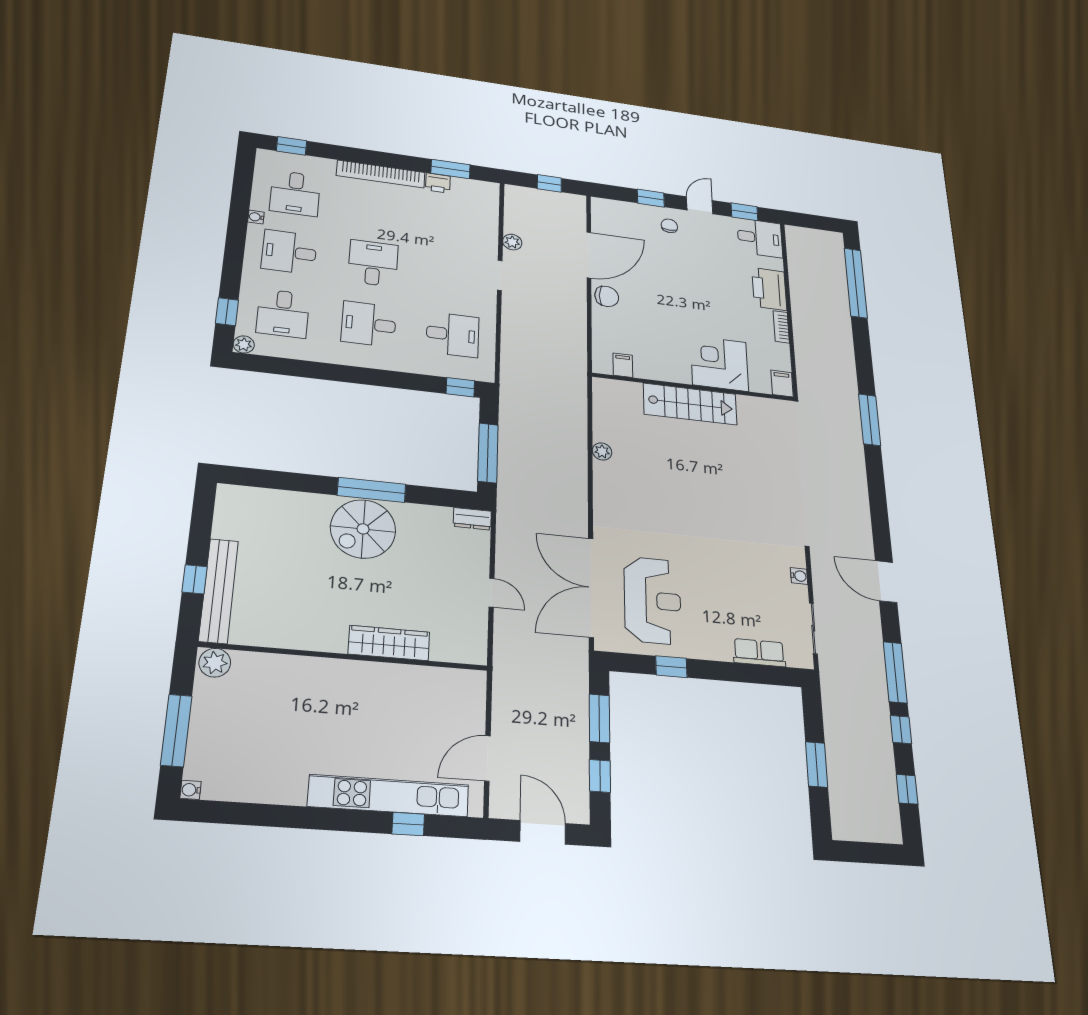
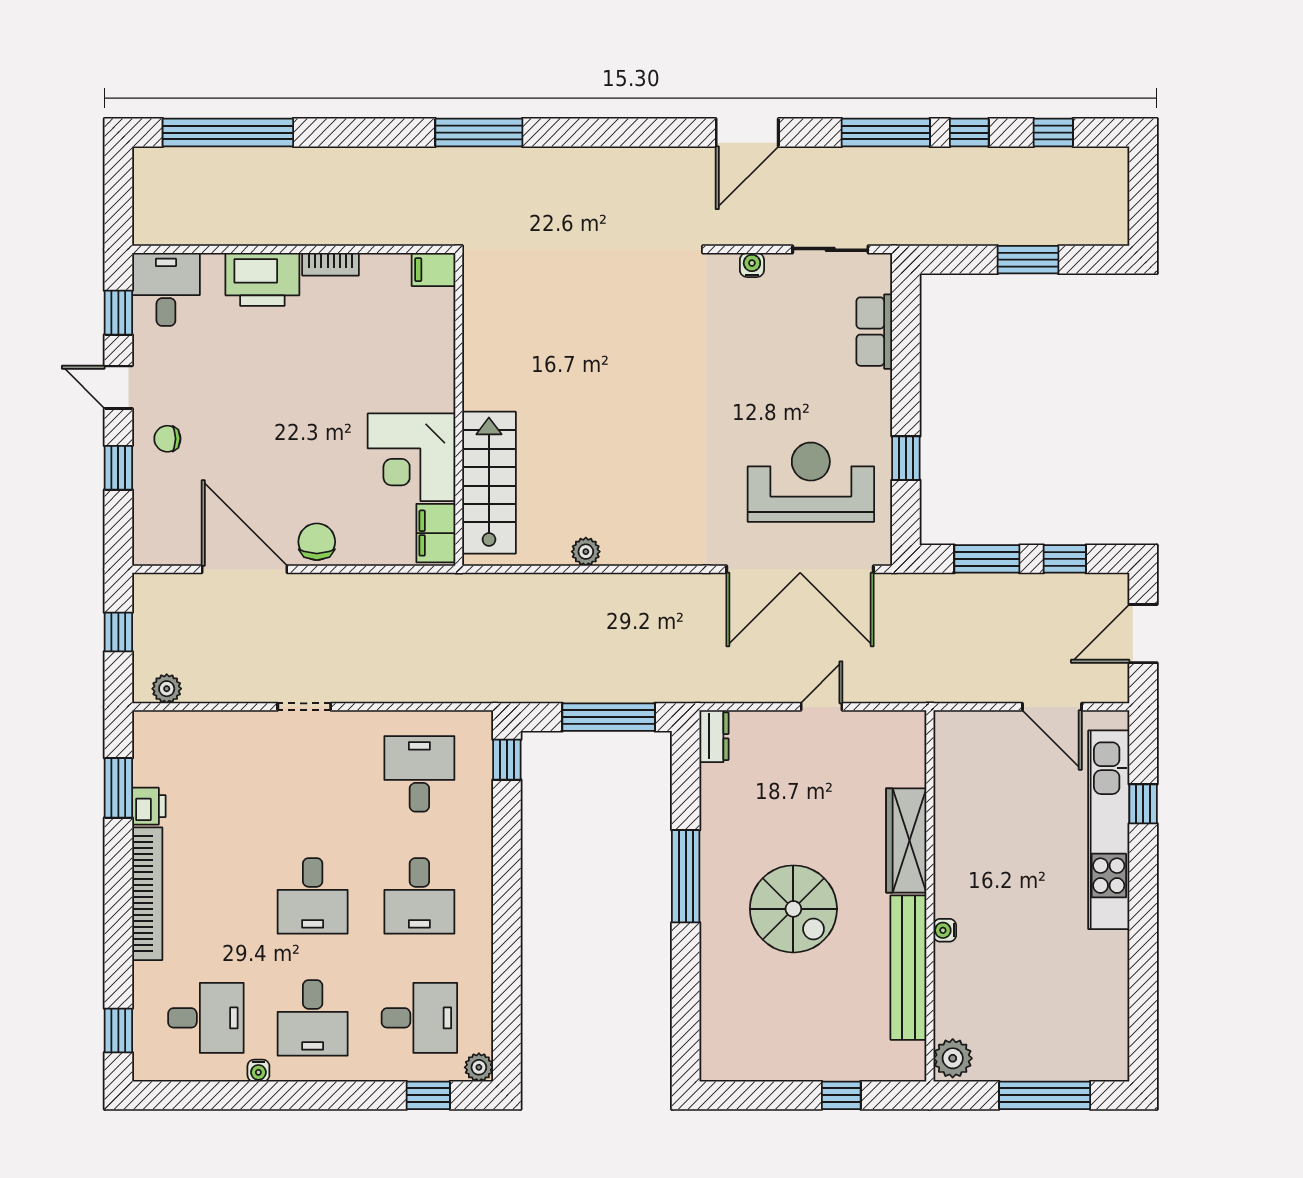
plant: (512, 242) -> (167, 689), moved
desk: (373, 263) -> (313, 896), turned -90
corner desk: (719, 363) -> (411, 457), moved
filing cabinet: (623, 365) -> (436, 533), width x2.00
stairs: (690, 404) -> (489, 483), moved
spiral stairs: (363, 529) -> (793, 909), moved
bench: (219, 591) -> (908, 968), moved, turned 90
water cooler: (191, 790) -> (945, 930), moved, turned 90

